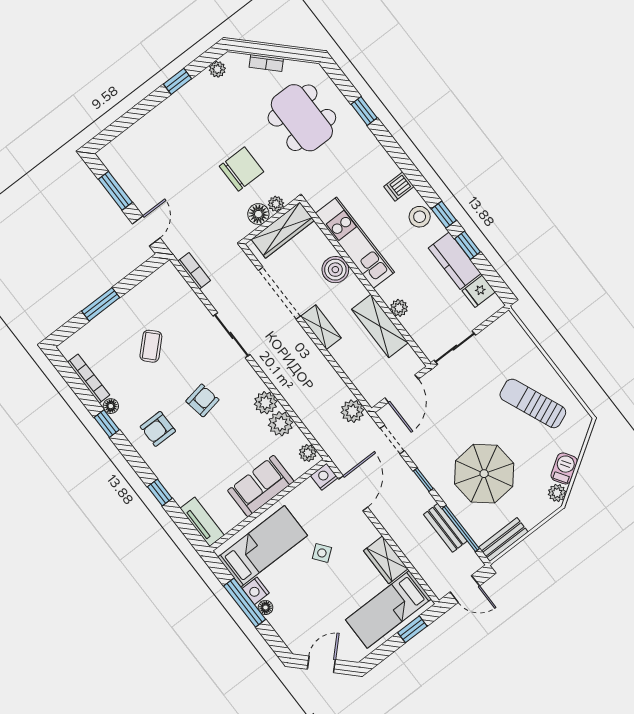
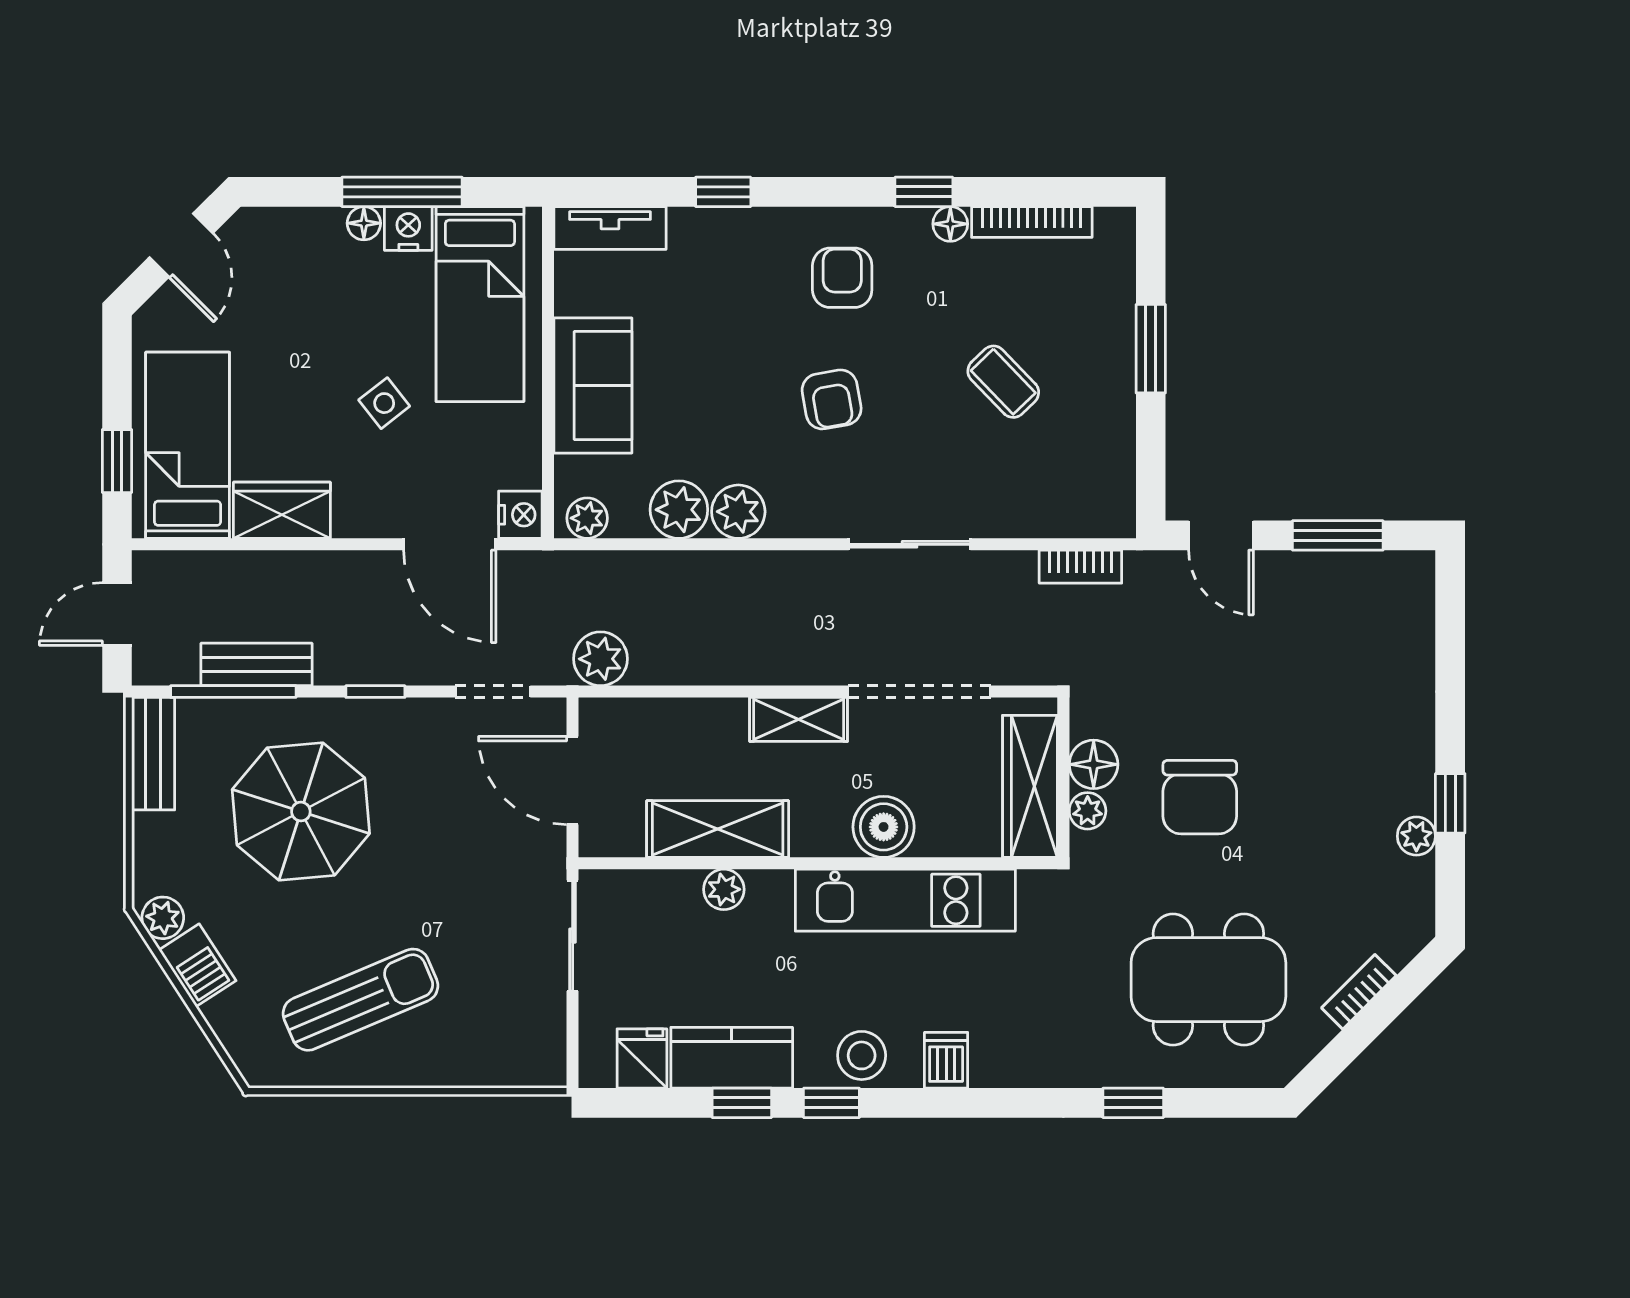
plant: (217, 69) -> (1416, 836), moved

